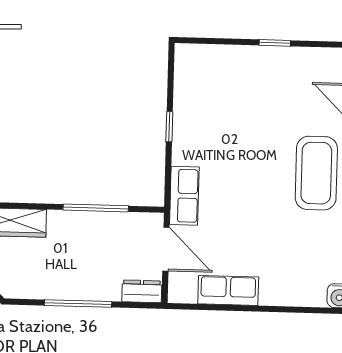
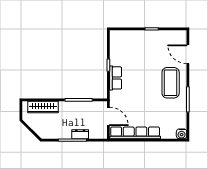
row of seats: (184, 196) -> (116, 78), moved
row of seats: (228, 290) -> (135, 133), width x2.02
dresser: (142, 291) -> (80, 134), moved

